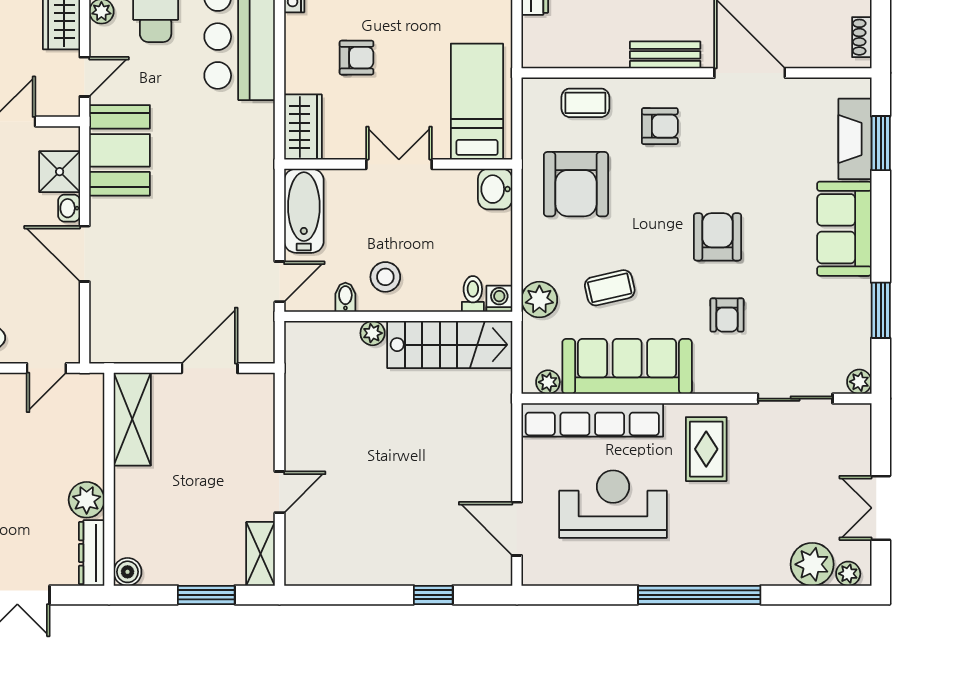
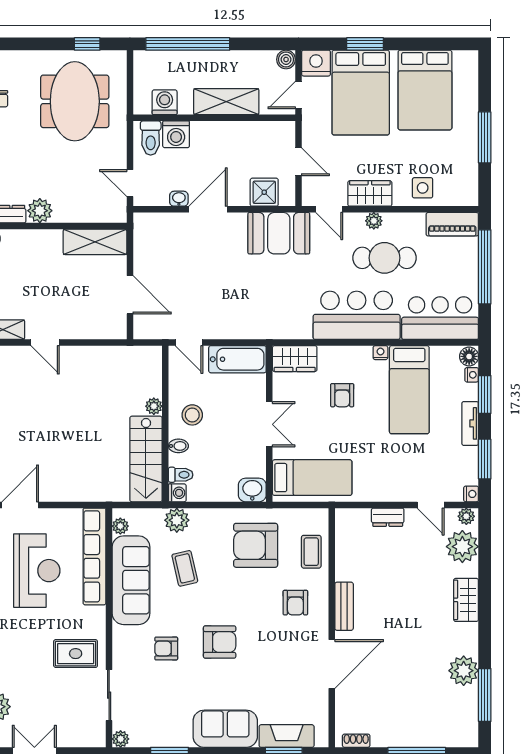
washbasin: (69, 208) -> (179, 199), moved
bidet: (345, 297) -> (178, 446), moved
rug: (706, 449) -> (76, 654), moved

